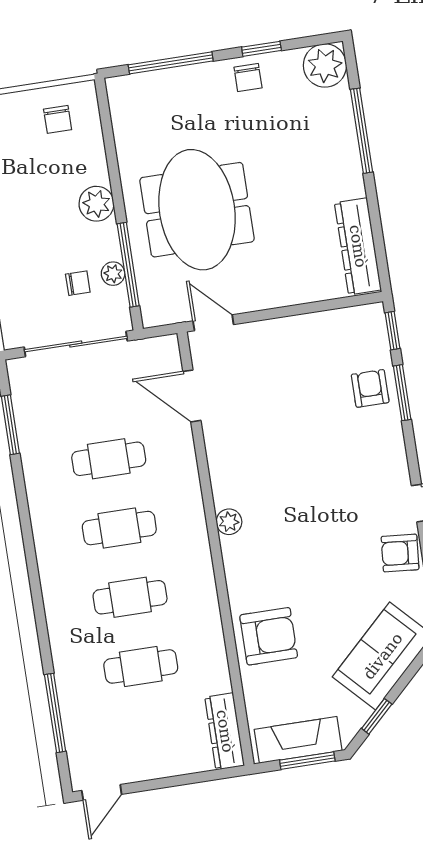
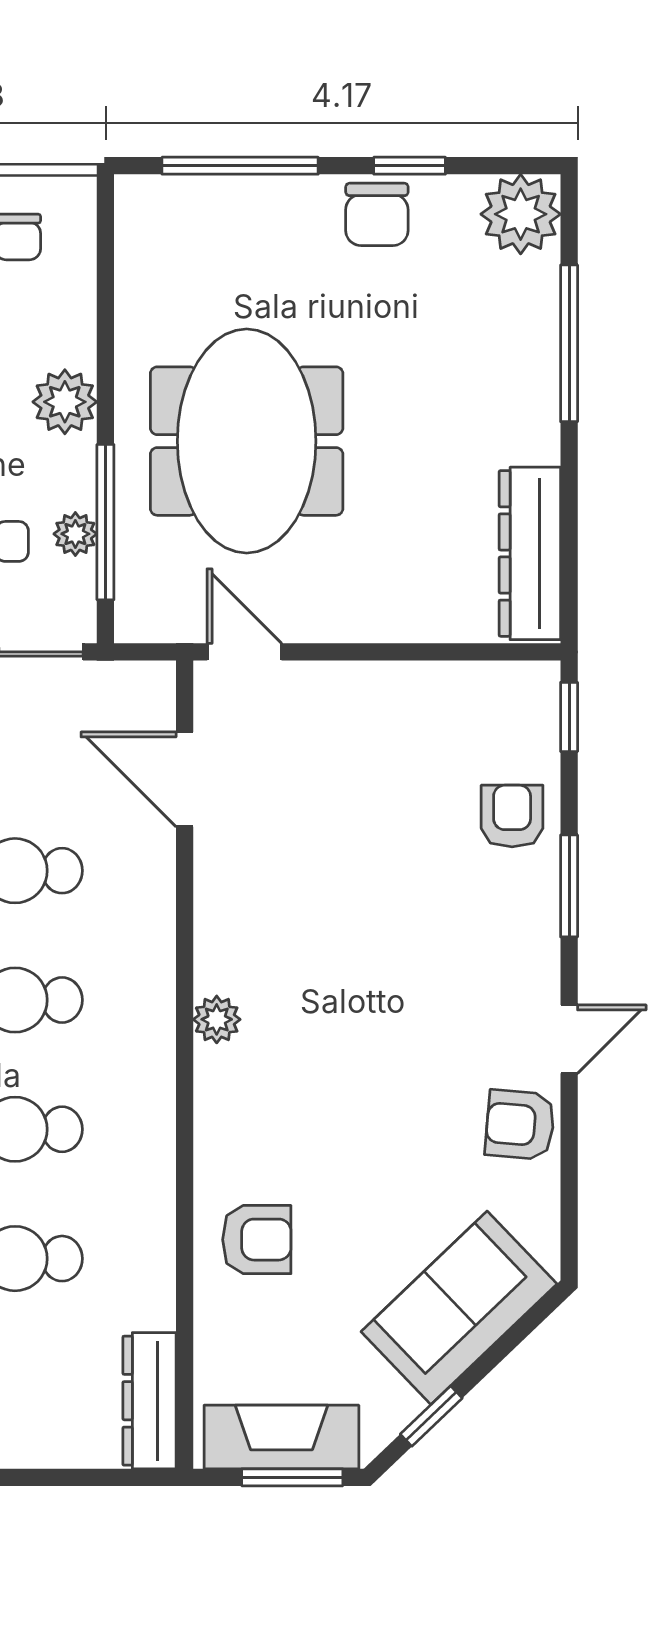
chair: (248, 78) -> (377, 214), width x1.37, depth x1.37
window: (402, 393) -> (569, 886), moved
armchair: (269, 636) -> (257, 1240), width x0.72, depth x0.72

